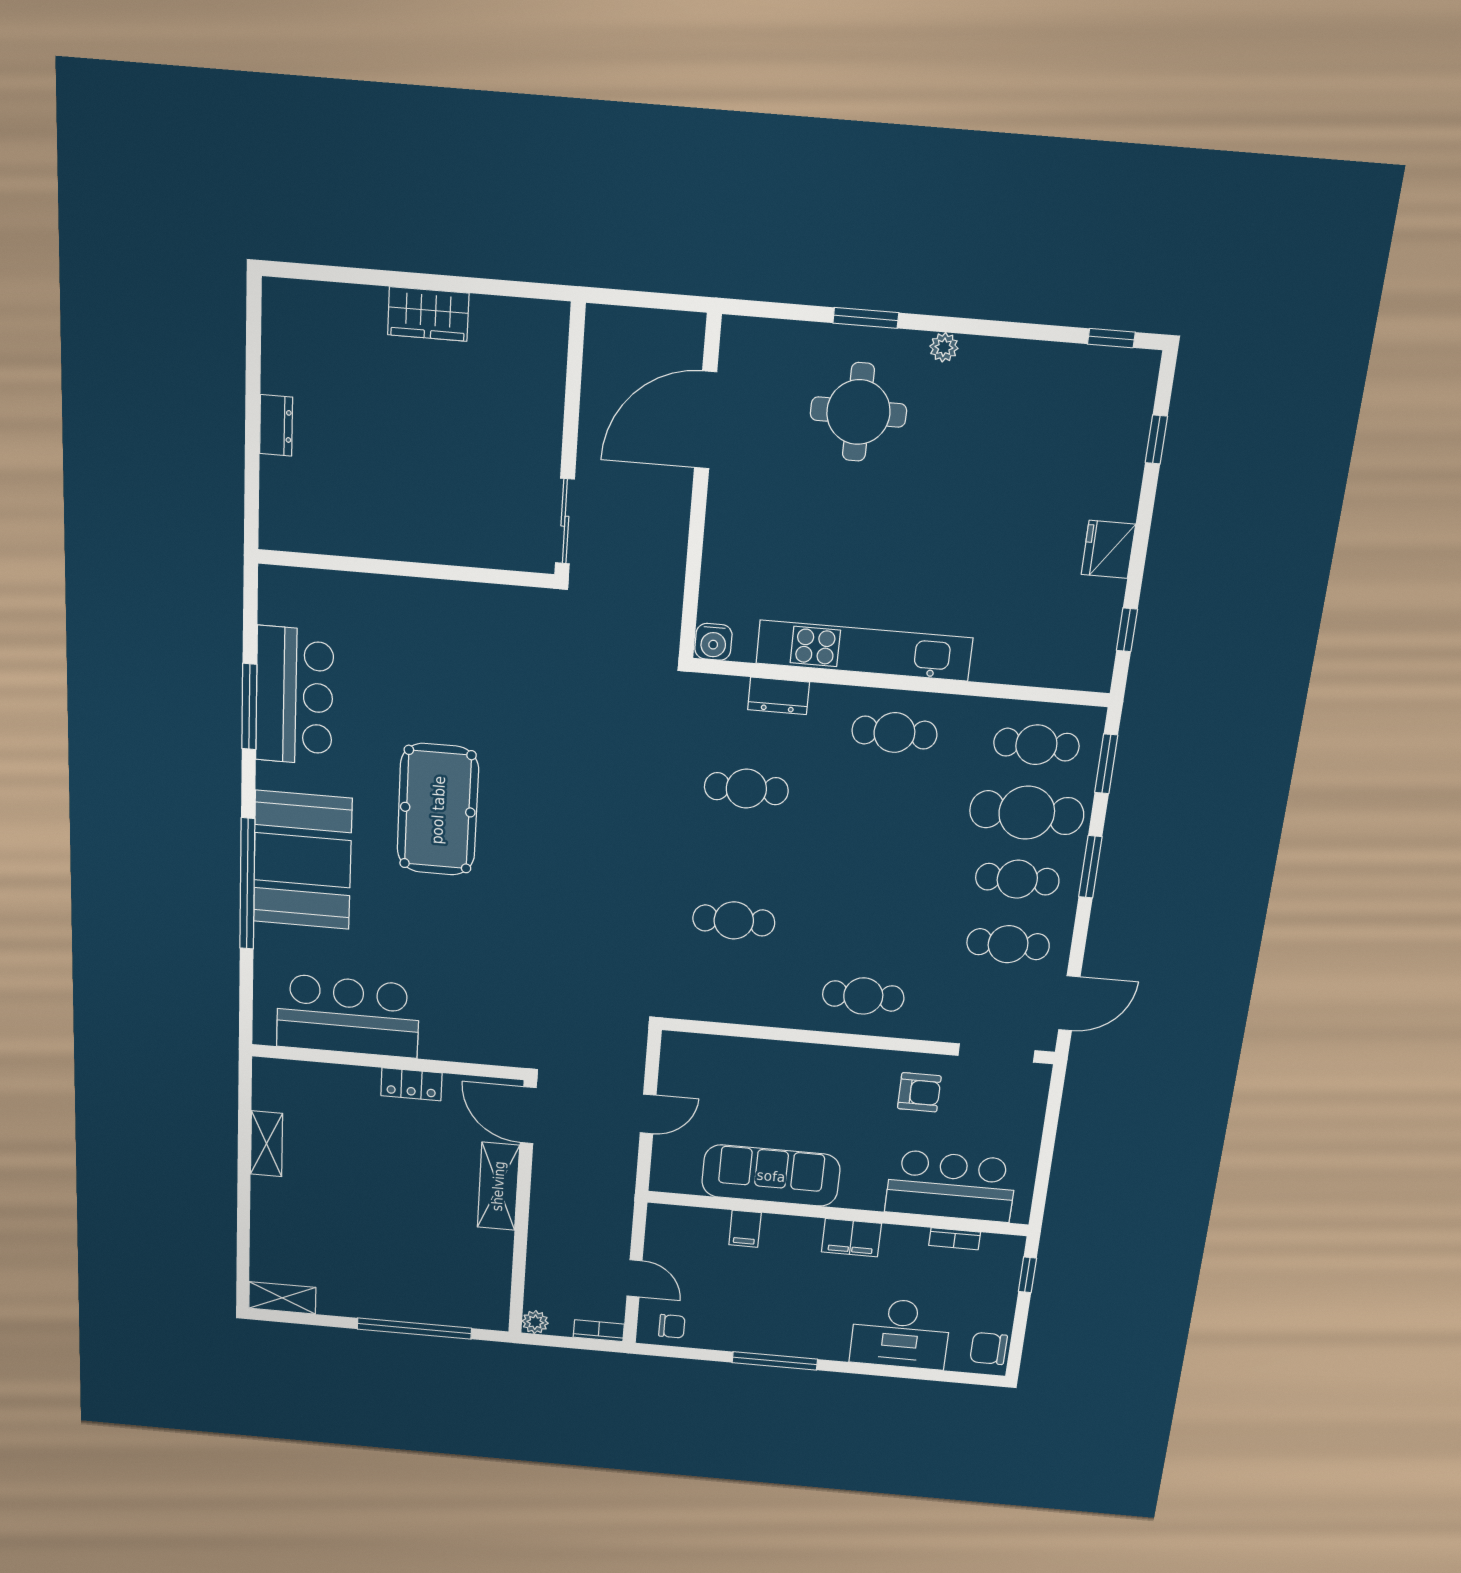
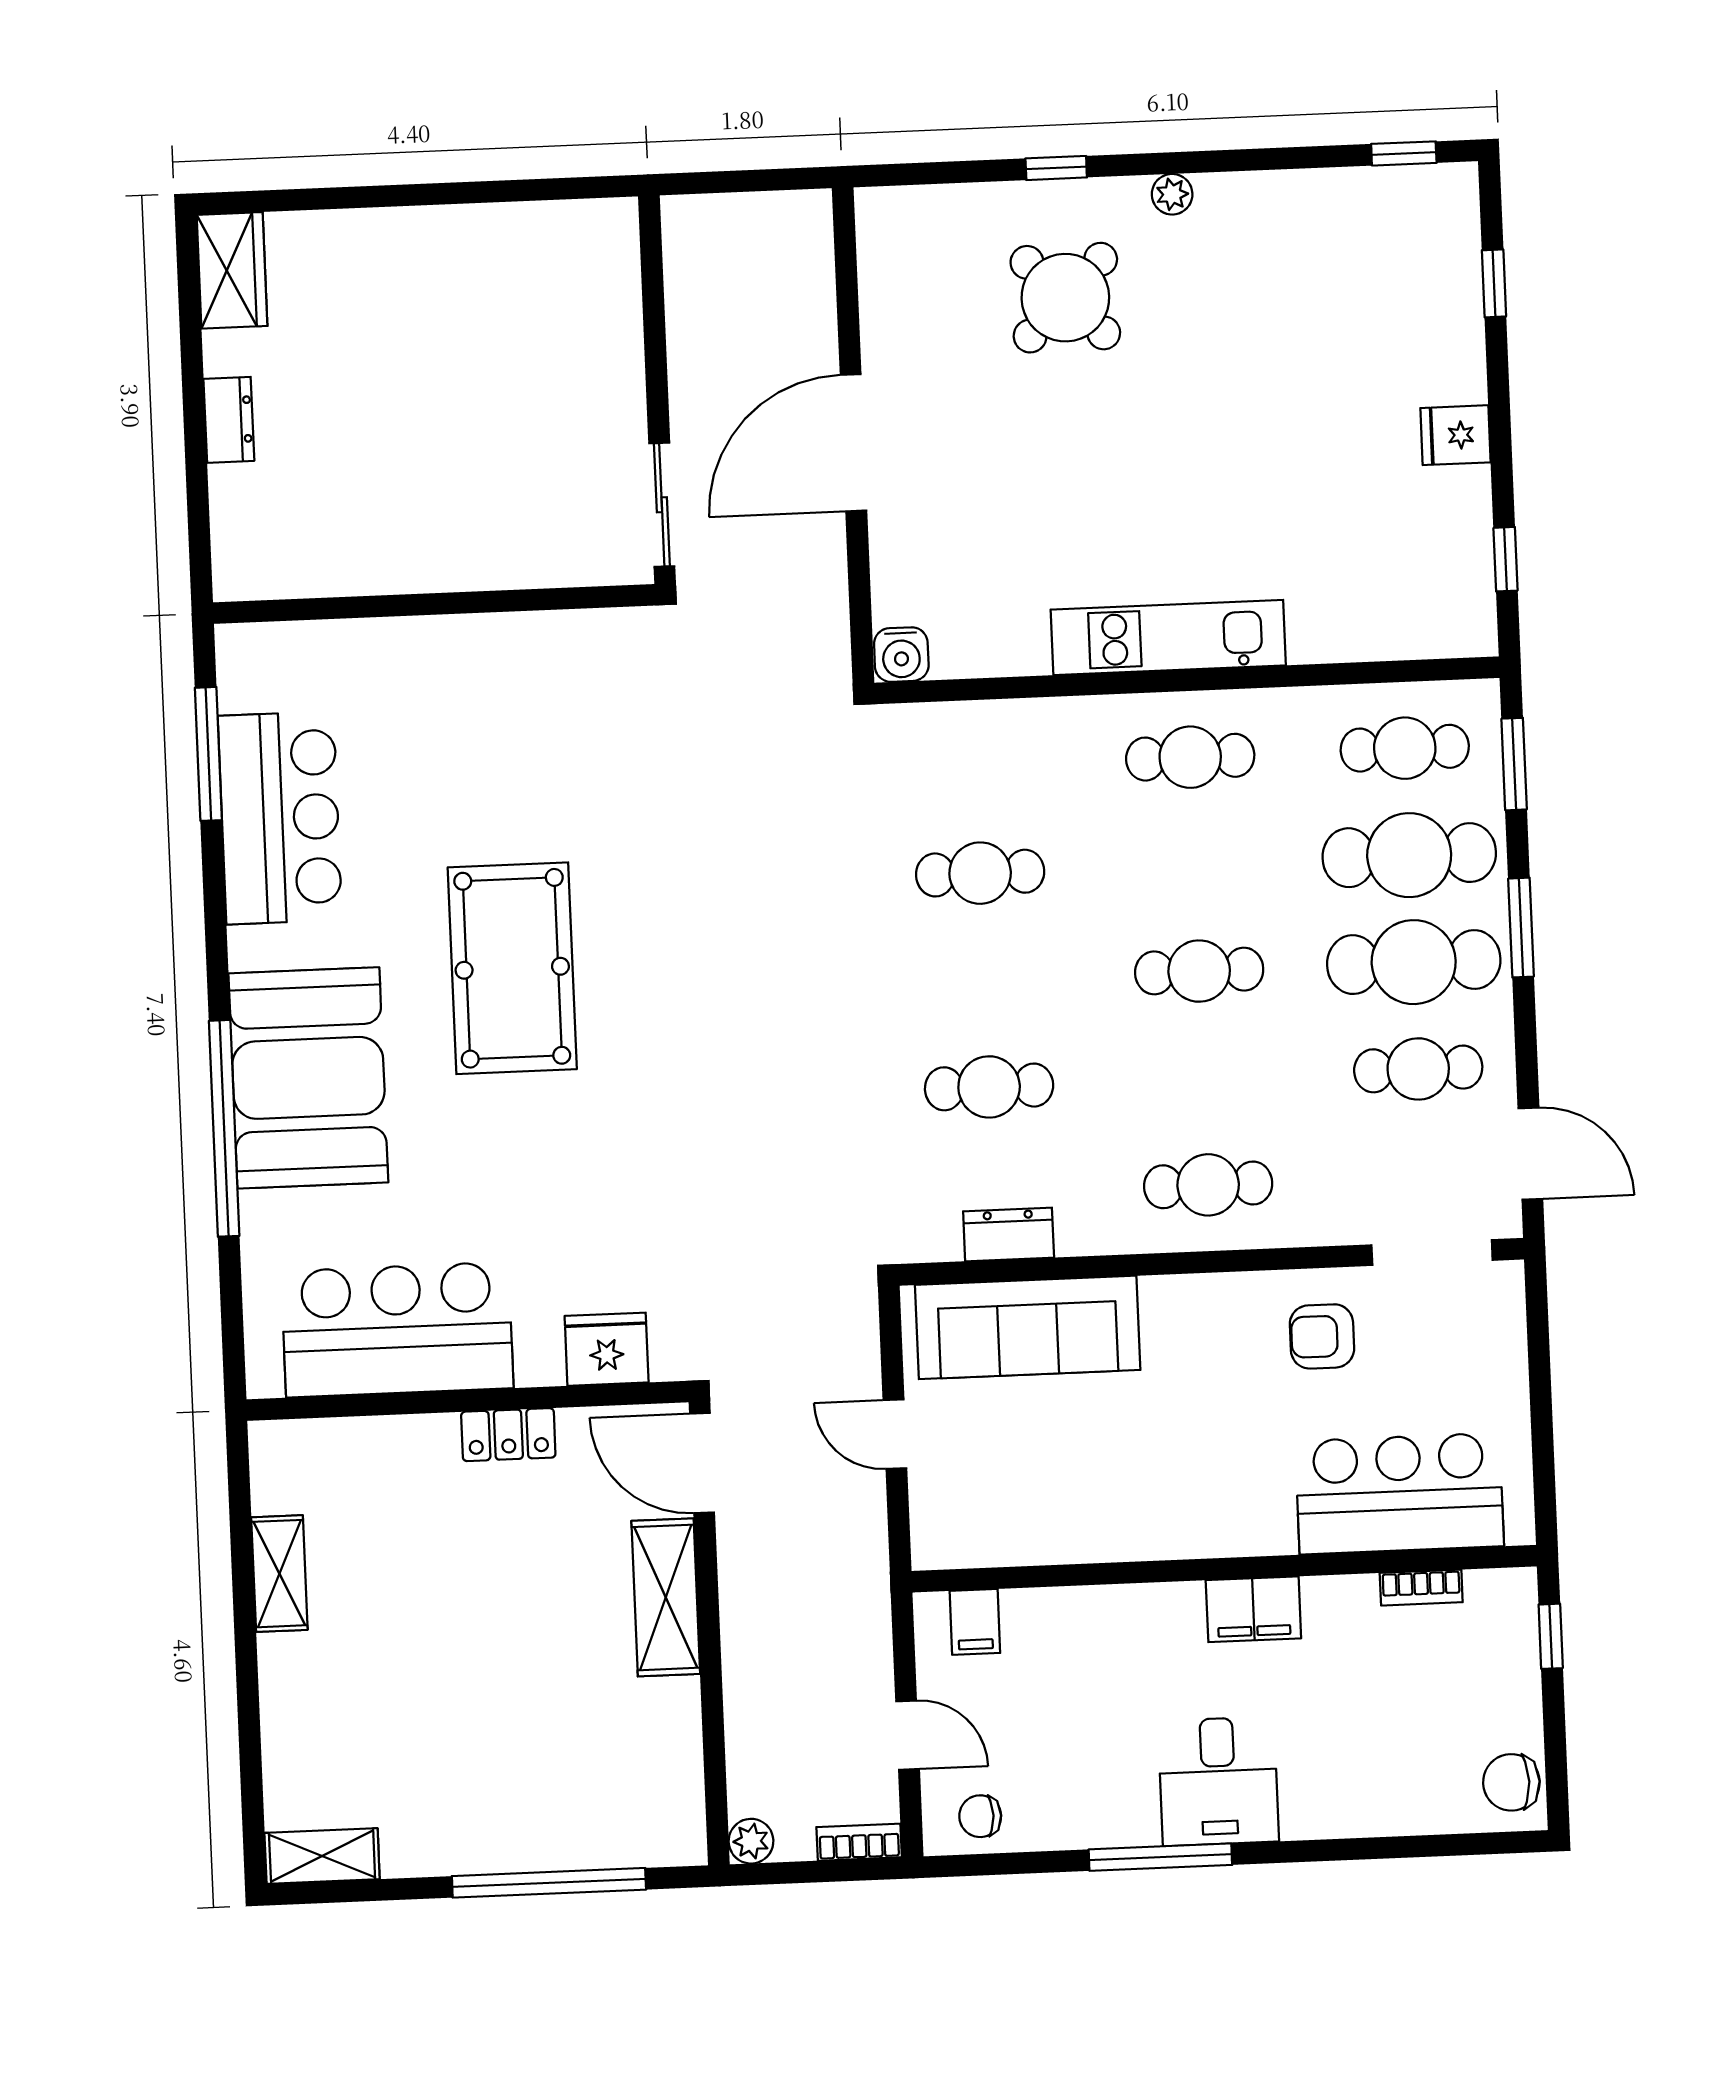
wardrobe: (428, 314) -> (232, 270), moved, turned -90
window: (866, 318) -> (1056, 168), width x0.67
round table: (858, 412) -> (1065, 298), turned 45
door: (706, 420) -> (853, 443), moved
fridge: (1108, 549) -> (1455, 435), width x0.72
kitchen unit: (864, 651) -> (1168, 637), width x0.73
dresser: (778, 696) -> (1009, 1234), moved, turned 180
window: (249, 707) -> (208, 754), moved
cafe table: (879, 867) -> (1199, 971), added
cafe table: (1017, 879) -> (1414, 962), width x1.37, depth x1.35
door: (1069, 1003) -> (1530, 1154), hinge flipped
fridge: (476, 1044) -> (607, 1349), added
armchair: (919, 1092) -> (1322, 1336), turned 180
door: (648, 1114) -> (895, 1434), swing flipped
sofa: (771, 1176) -> (1028, 1327), moved, turned 180
filing cabinet: (745, 1229) -> (975, 1622), moved
chair: (672, 1326) -> (980, 1816), turned 180
desk: (900, 1334) -> (1218, 1781), moved, width x0.73

